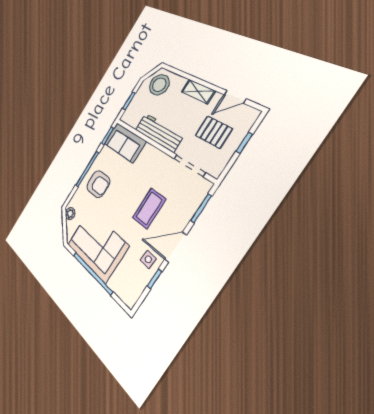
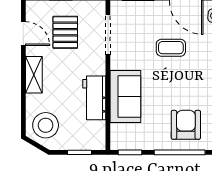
workbench: (159, 132) -> (94, 98), width x0.73
sofa: (125, 142) -> (125, 96), moved
coffee table: (149, 208) -> (171, 48), width x0.73, depth x0.77

